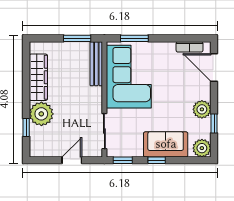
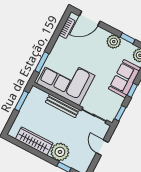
bench: (96, 64) -> (62, 106), moved

